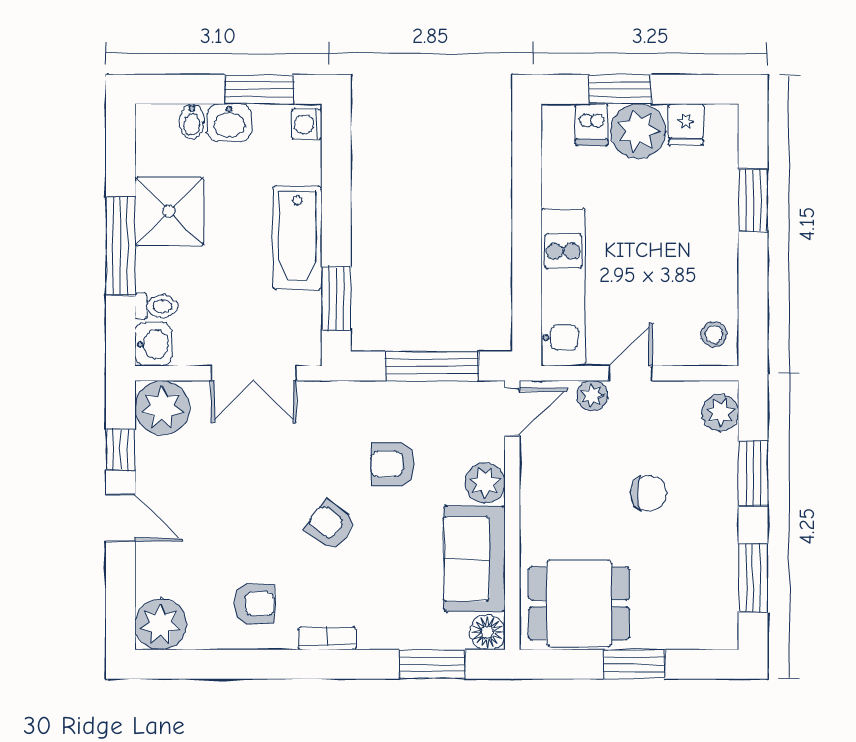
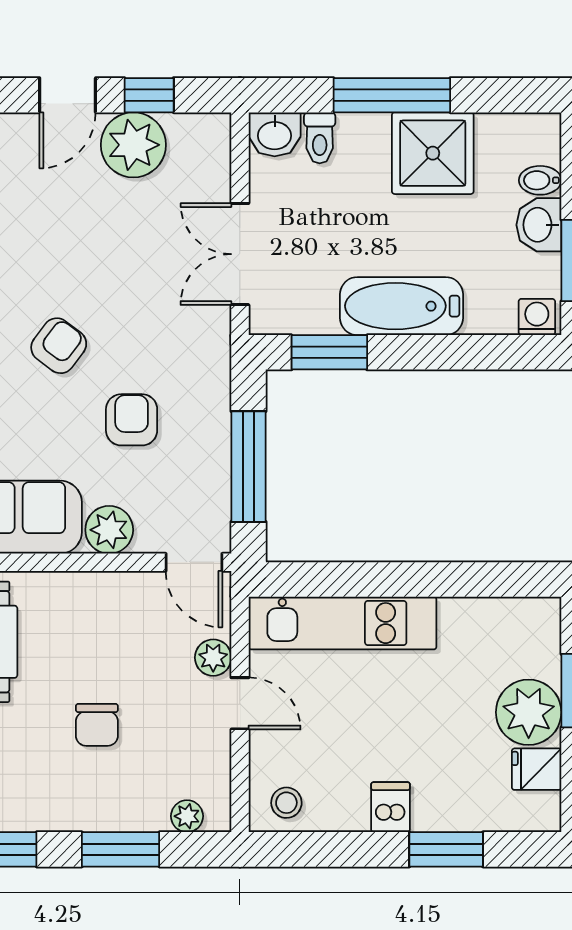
dishwasher: (591, 125) -> (391, 807), moved, turned 90
plant: (162, 408) -> (133, 145), moved
plant: (720, 413) -> (187, 816), width x0.73, depth x0.73

